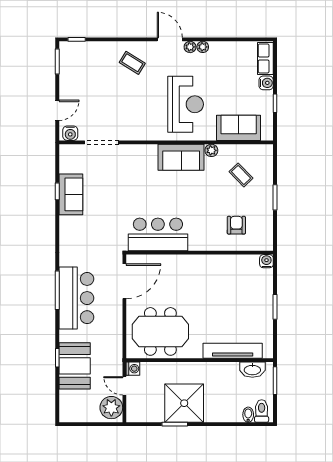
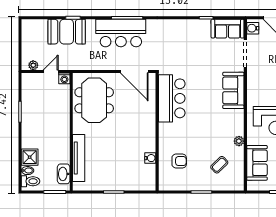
sofa: (181, 157) -> (233, 90), moved
sofa: (71, 194) -> (228, 29), moved
water cooler: (266, 261) -> (150, 158), moved
shower: (184, 403) -> (30, 157), moved, width x0.54, depth x0.54
plant: (111, 408) -> (33, 65), width x0.53, depth x0.53

